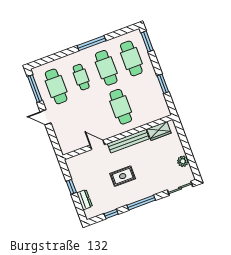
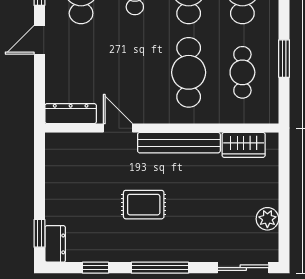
cafe table: (146, 97) -> (242, 72), added
door: (46, 117) -> (39, 40), hinge flipped
dresser: (73, 146) -> (71, 114), added
window: (71, 187) -> (39, 233), moved
dresser: (84, 200) -> (55, 244), moved

